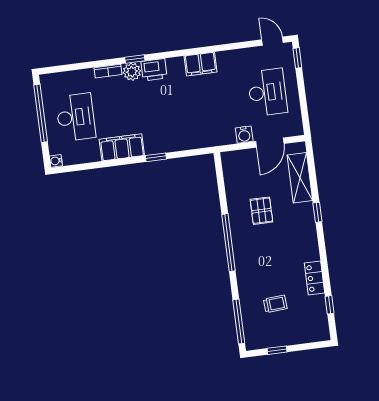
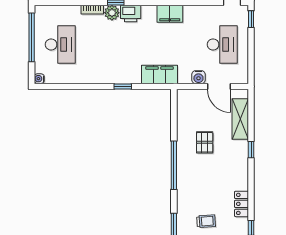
door: (270, 143) -> (219, 86), hinge flipped
filing cabinet: (122, 147) -> (159, 74), moved

